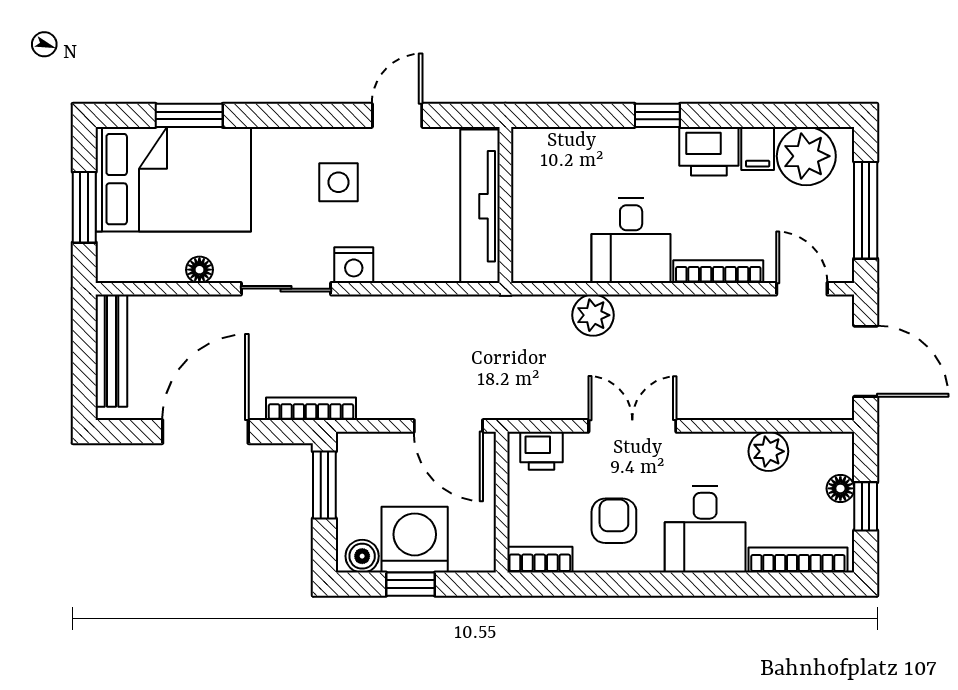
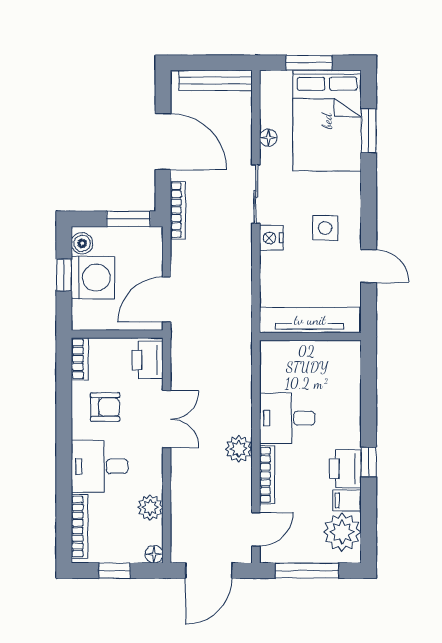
window: (657, 115) -> (369, 462), moved
plant: (593, 315) -> (239, 449), moved
printer: (542, 451) -> (148, 360), width x1.36, depth x1.24
floor lamp: (840, 488) -> (154, 554), moved

